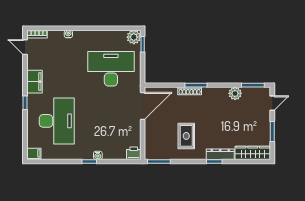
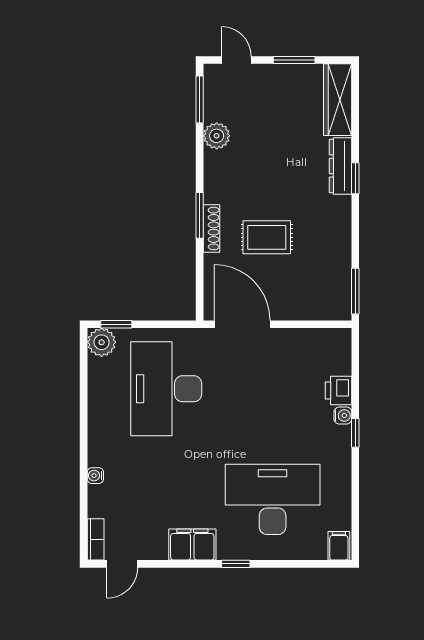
rug: (186, 136) -> (267, 237), moved
printer: (134, 153) -> (339, 391), moved

